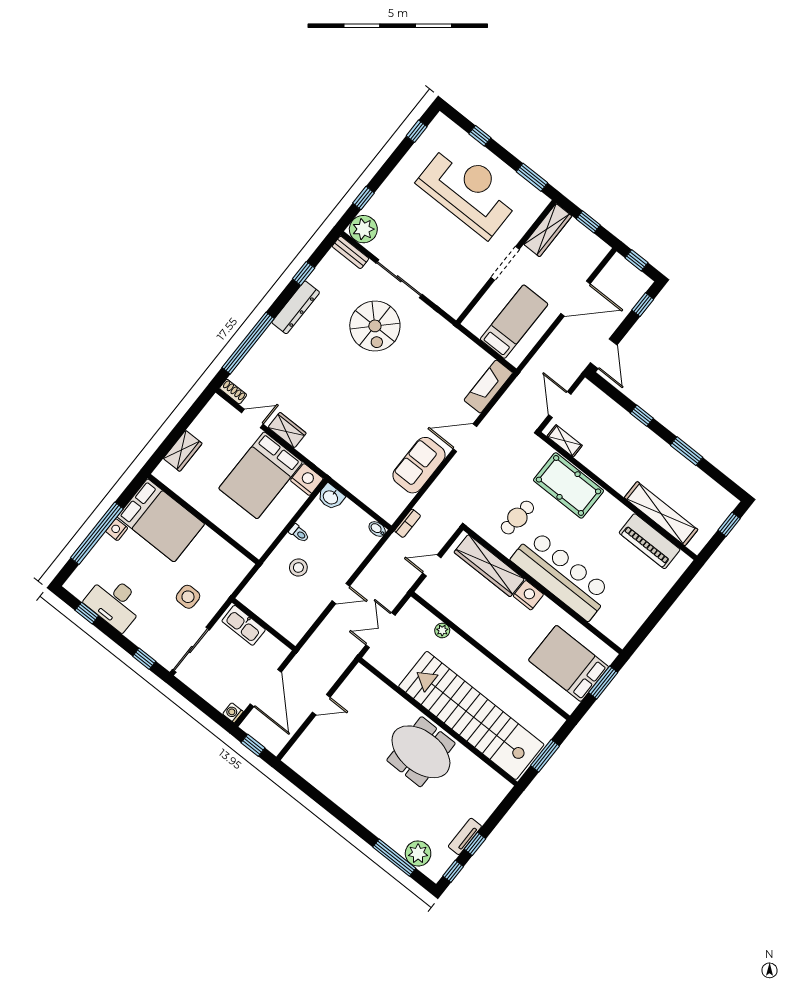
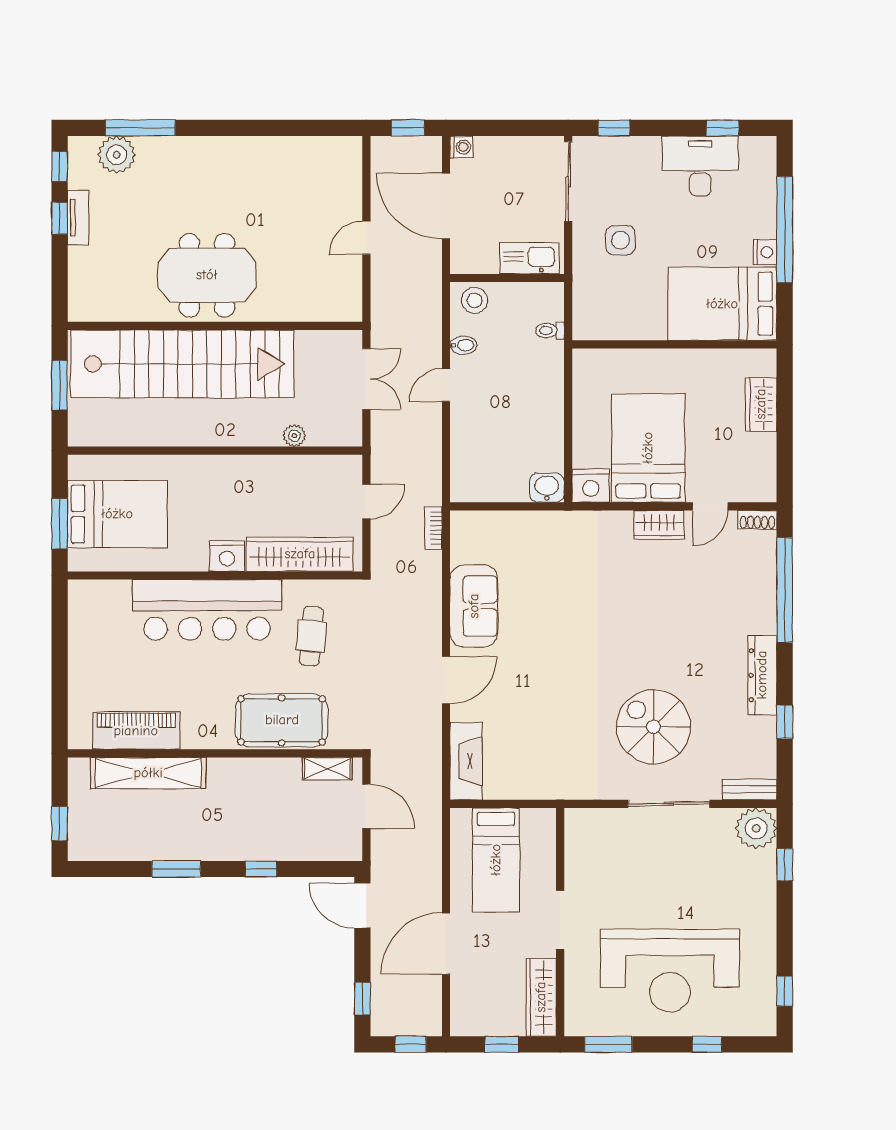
bidet: (377, 529) -> (463, 345), moved
toilet: (299, 533) -> (550, 331), moved
stool: (298, 568) -> (475, 300), moved

